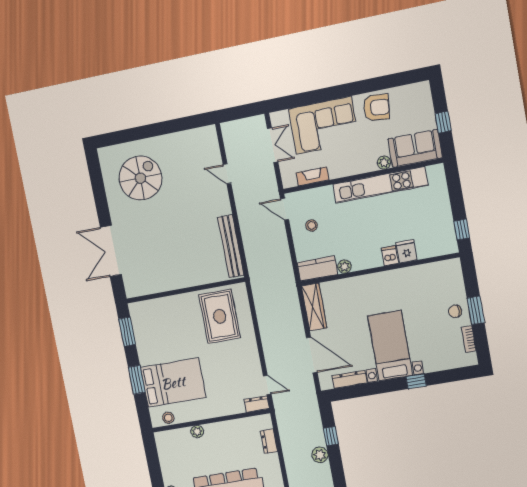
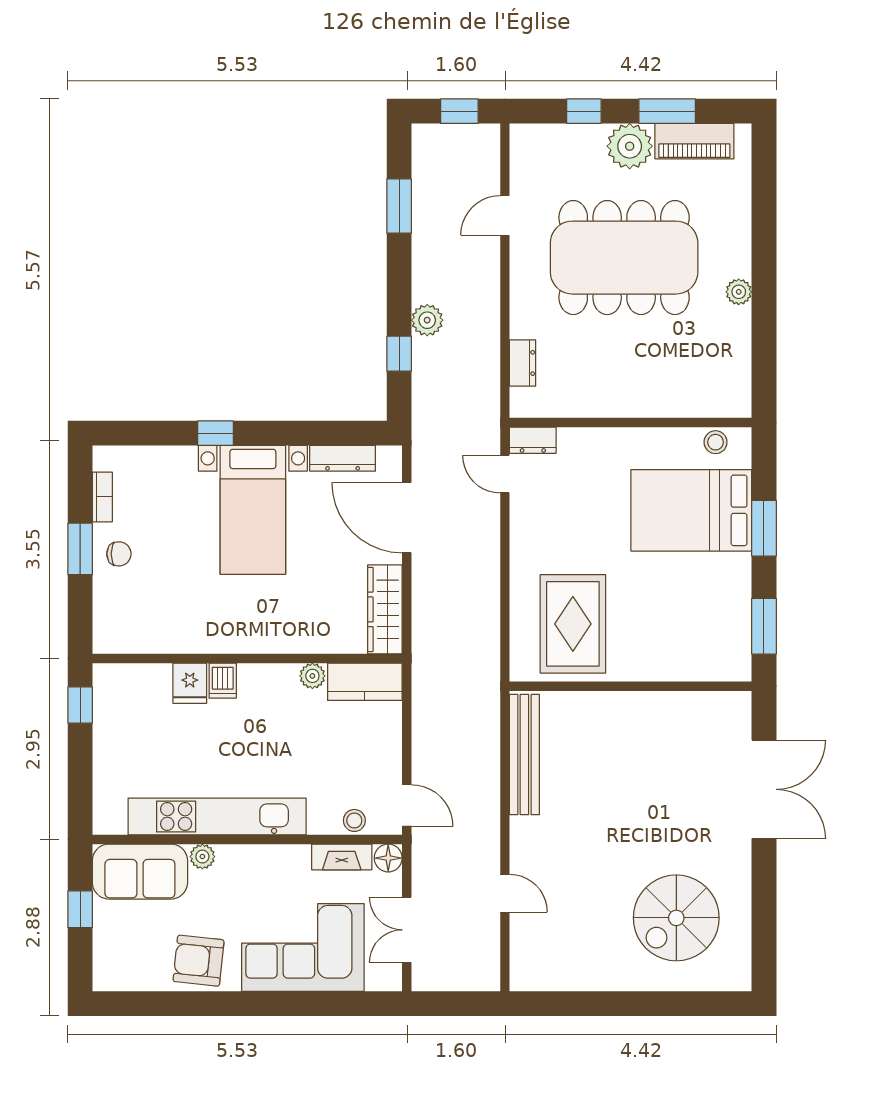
floor lamp: (289, 180) -> (388, 858), added
stool: (312, 225) -> (354, 820), moved
plant: (197, 432) -> (662, 405), removed

